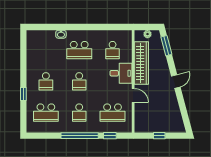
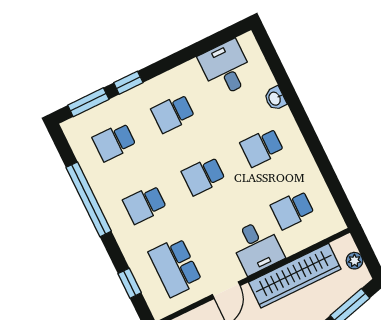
desk: (38, 49) -> (226, 68), added
school desk: (79, 50) -> (262, 147), width x0.54
school desk: (46, 113) -> (114, 142), width x0.54
window: (23, 115) -> (88, 102), added
window: (80, 136) -> (89, 199), moved

